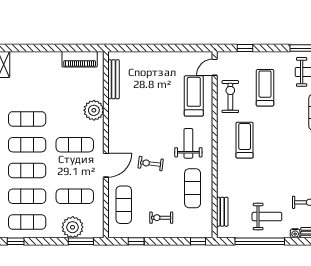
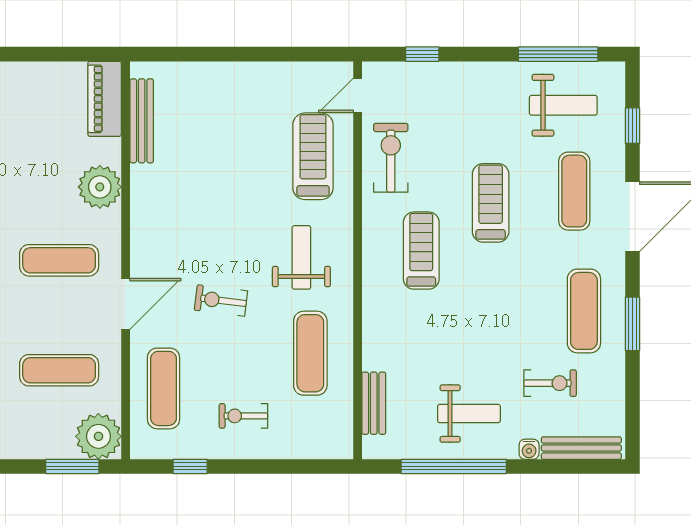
piano: (80, 59) -> (105, 99), moved, turned 90
treadmill: (265, 88) -> (491, 203), moved
plant: (73, 227) -> (98, 436), moved
window: (198, 241) -> (322, 466), removed

